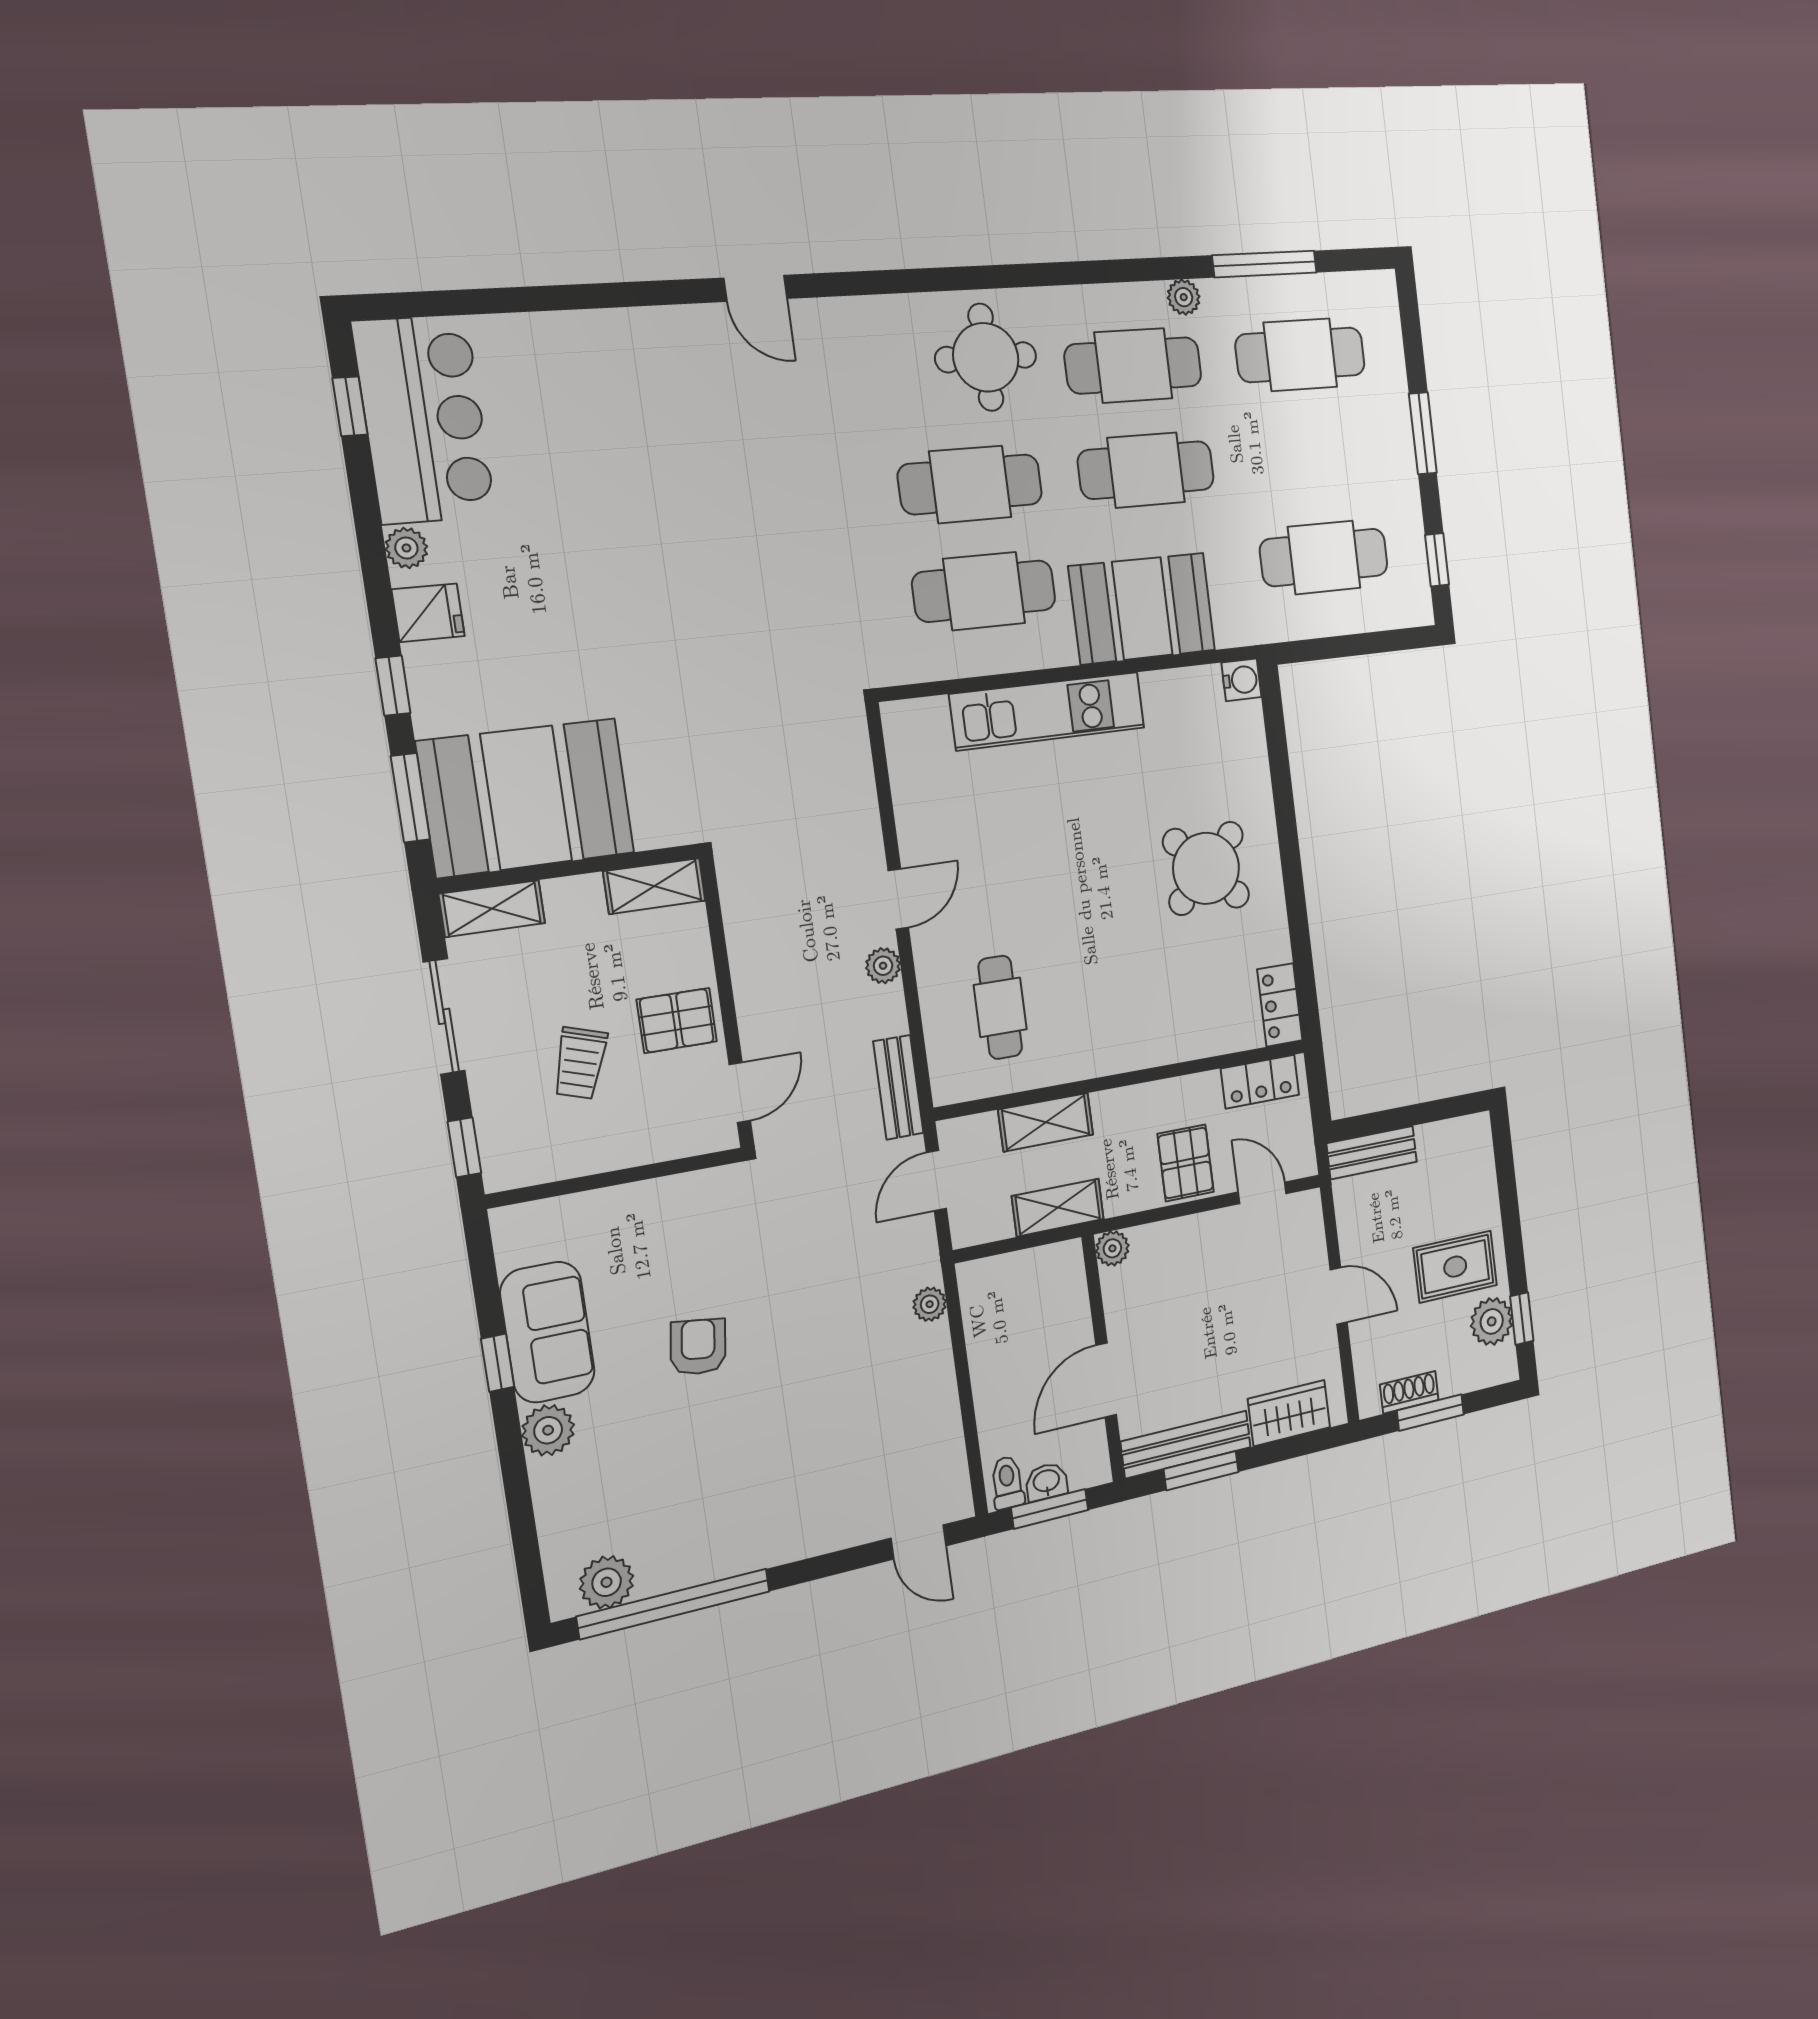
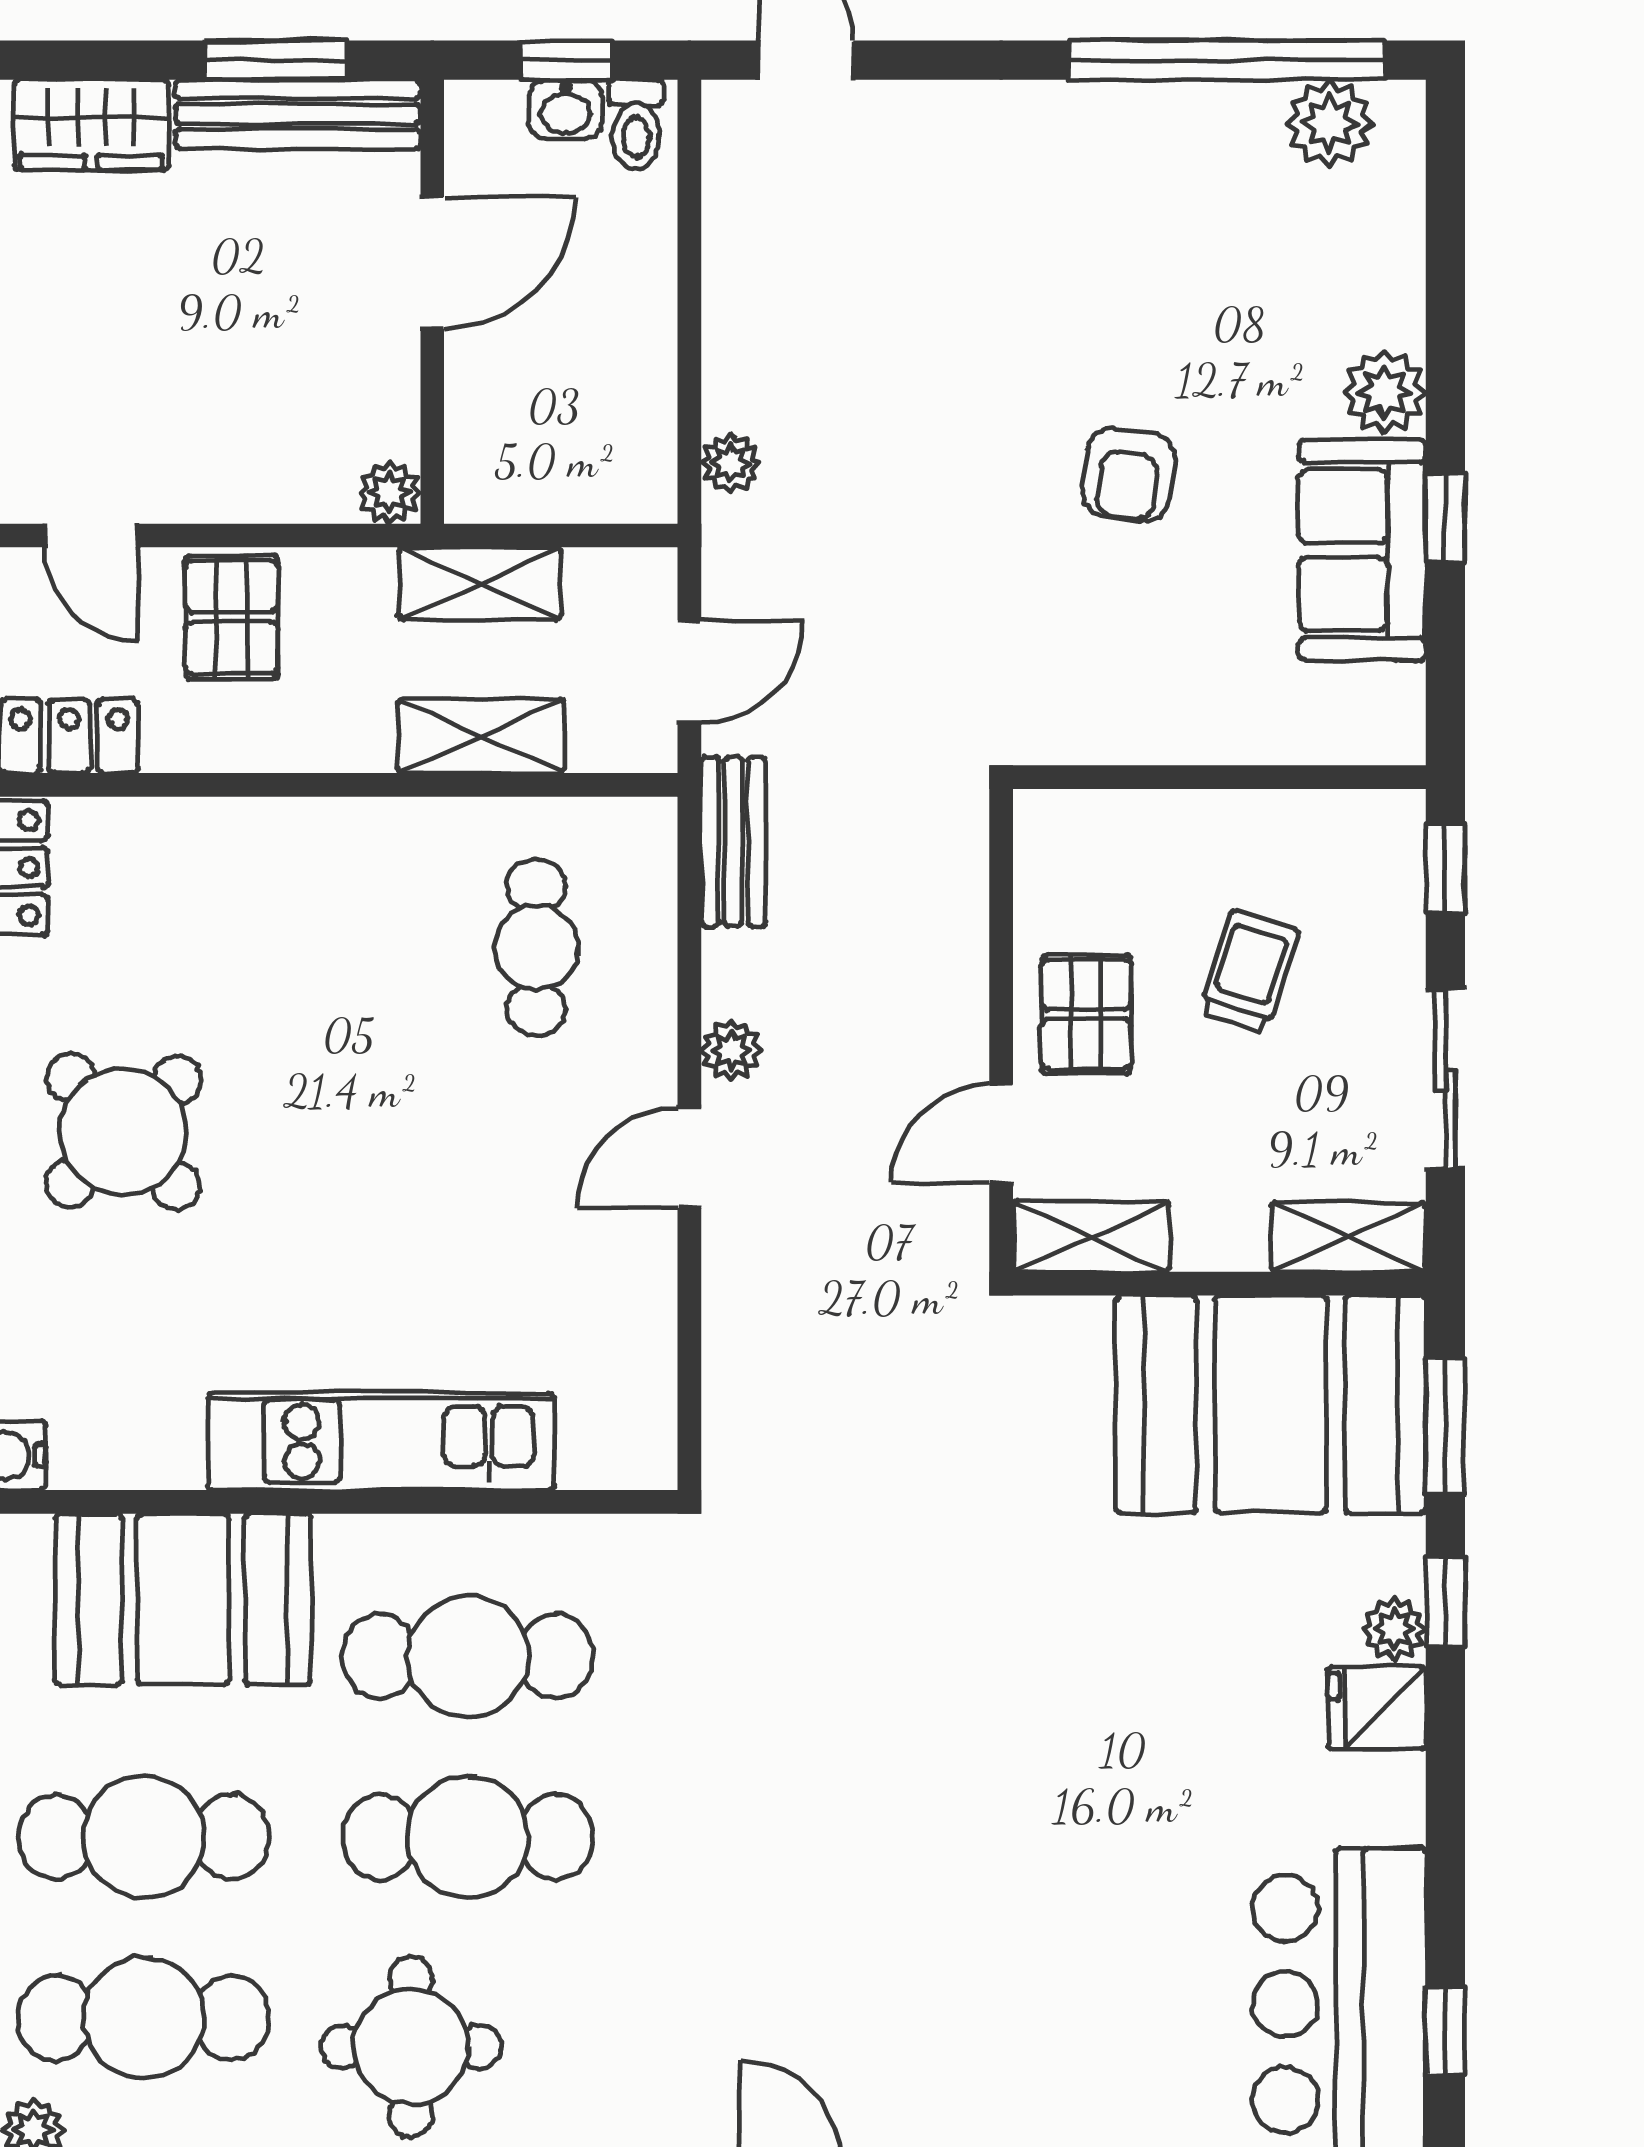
plant: (406, 548) -> (1394, 1629), moved
pallet: (677, 1021) -> (1086, 1014), turned 90
door: (740, 1092) -> (1001, 1134), moved
window: (1050, 1509) -> (566, 60), width x0.67

